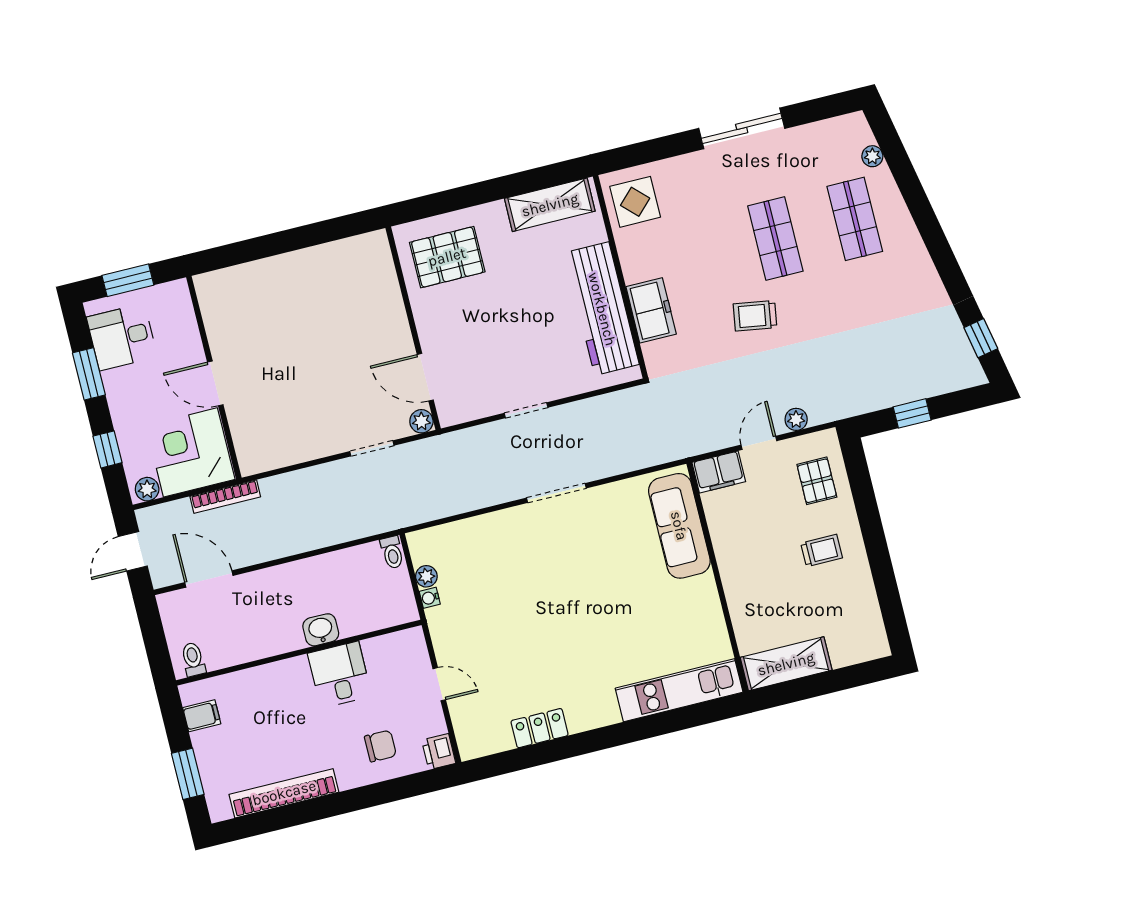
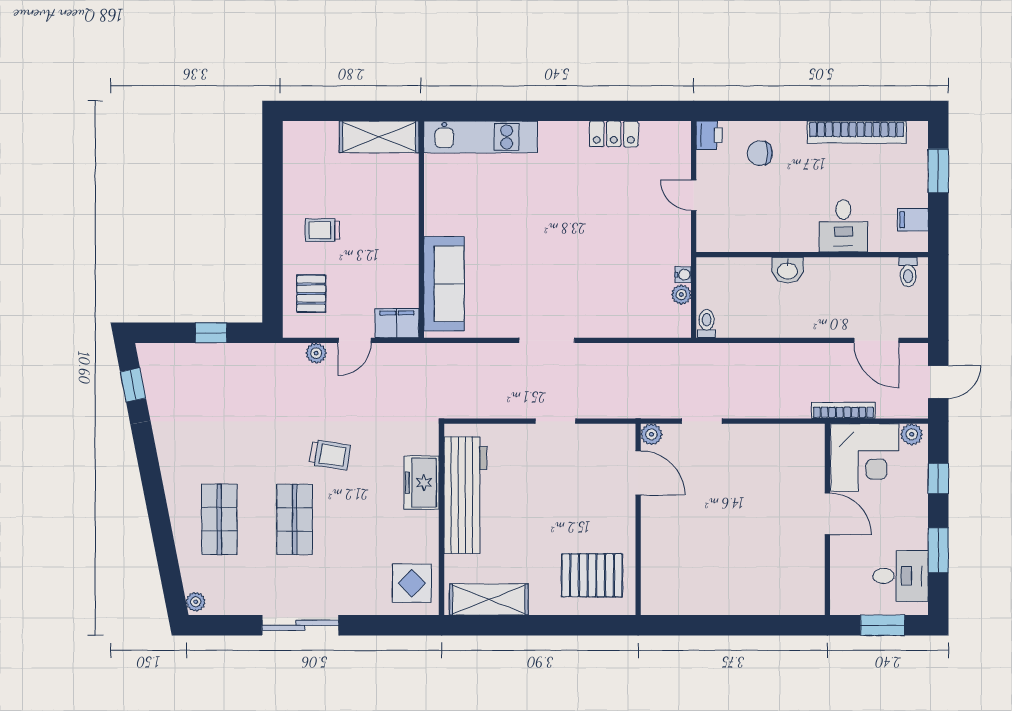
plant: (872, 156) -> (196, 602), moved
desk: (340, 675) -> (843, 226), moved

